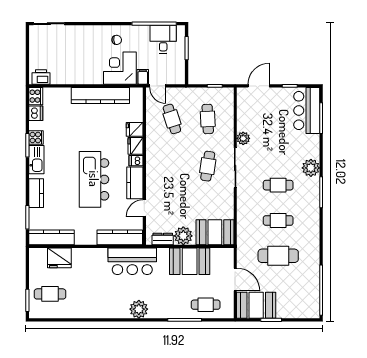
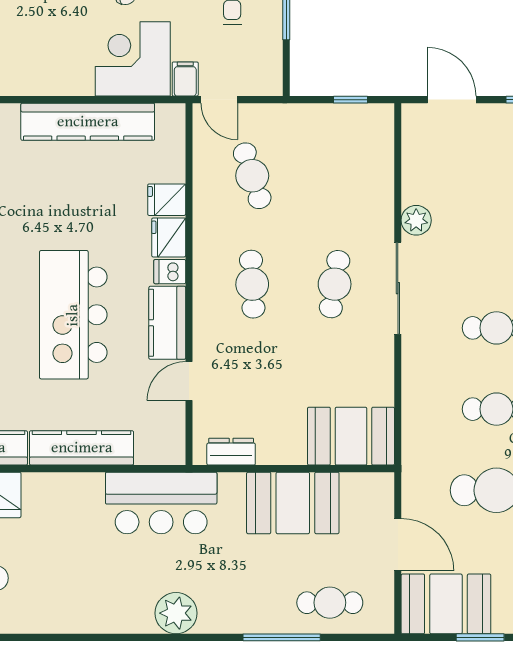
door: (259, 86) -> (452, 100), hinge flipped
cafe table: (208, 119) -> (252, 284), moved
plant: (183, 236) -> (278, 444), removed
kitchen counter: (120, 237) -> (82, 448), moved

